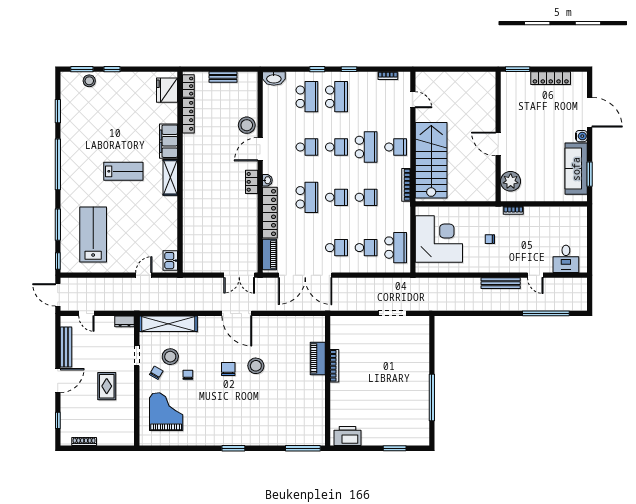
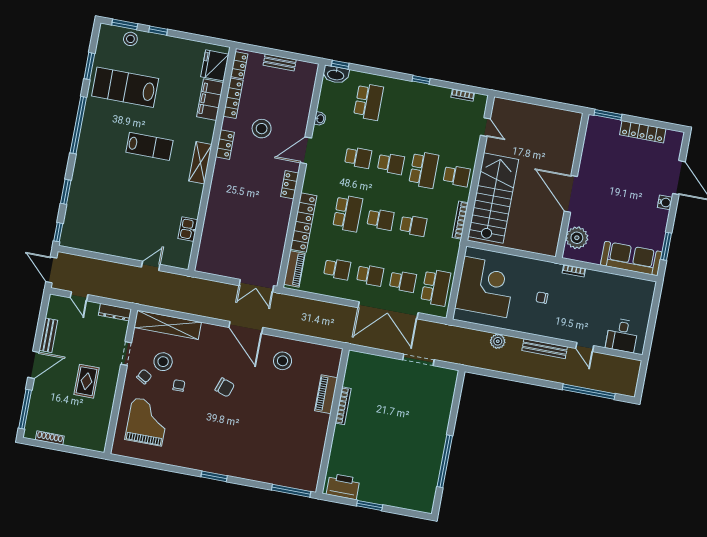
window: (317, 69) -> (340, 65), moved
school desk: (336, 97) -> (337, 269), moved, width x0.54
stool: (247, 125) -> (262, 129), moved
filing cabinet: (169, 141) -> (210, 100), moved
door: (498, 144) -> (571, 194), width x1.36
locker: (189, 157) -> (225, 145), added
sofa: (576, 169) -> (631, 258), moved, turned 90
washbasin: (267, 180) -> (320, 119), moved
window: (58, 225) -> (66, 192), width x0.69
lab bench: (93, 234) -> (125, 87), moved, turned -90
kitchen sink: (170, 261) -> (188, 229), moved
double door: (305, 275) -> (388, 310), moved
plant: (458, 284) -> (498, 341), added
dresser: (125, 321) -> (115, 312), width x1.44
bench: (66, 347) -> (48, 335), width x0.73
stool: (256, 366) -> (283, 361), moved
chair: (228, 369) -> (225, 387), turned 109
window: (58, 420) -> (25, 409), width x2.17
window: (395, 448) -> (370, 505), moved

